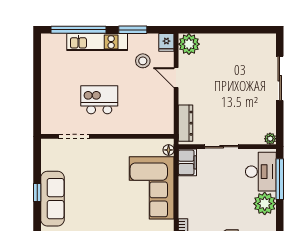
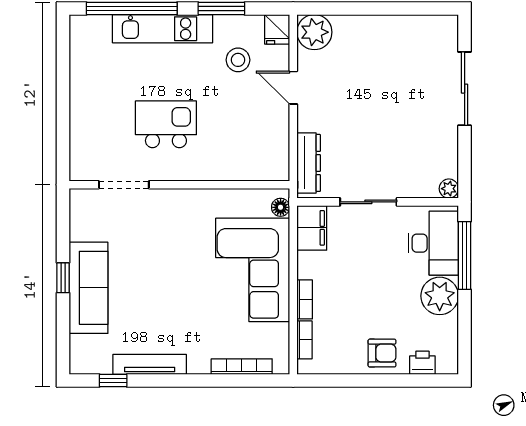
bookcase: (183, 206) -> (305, 299), added

